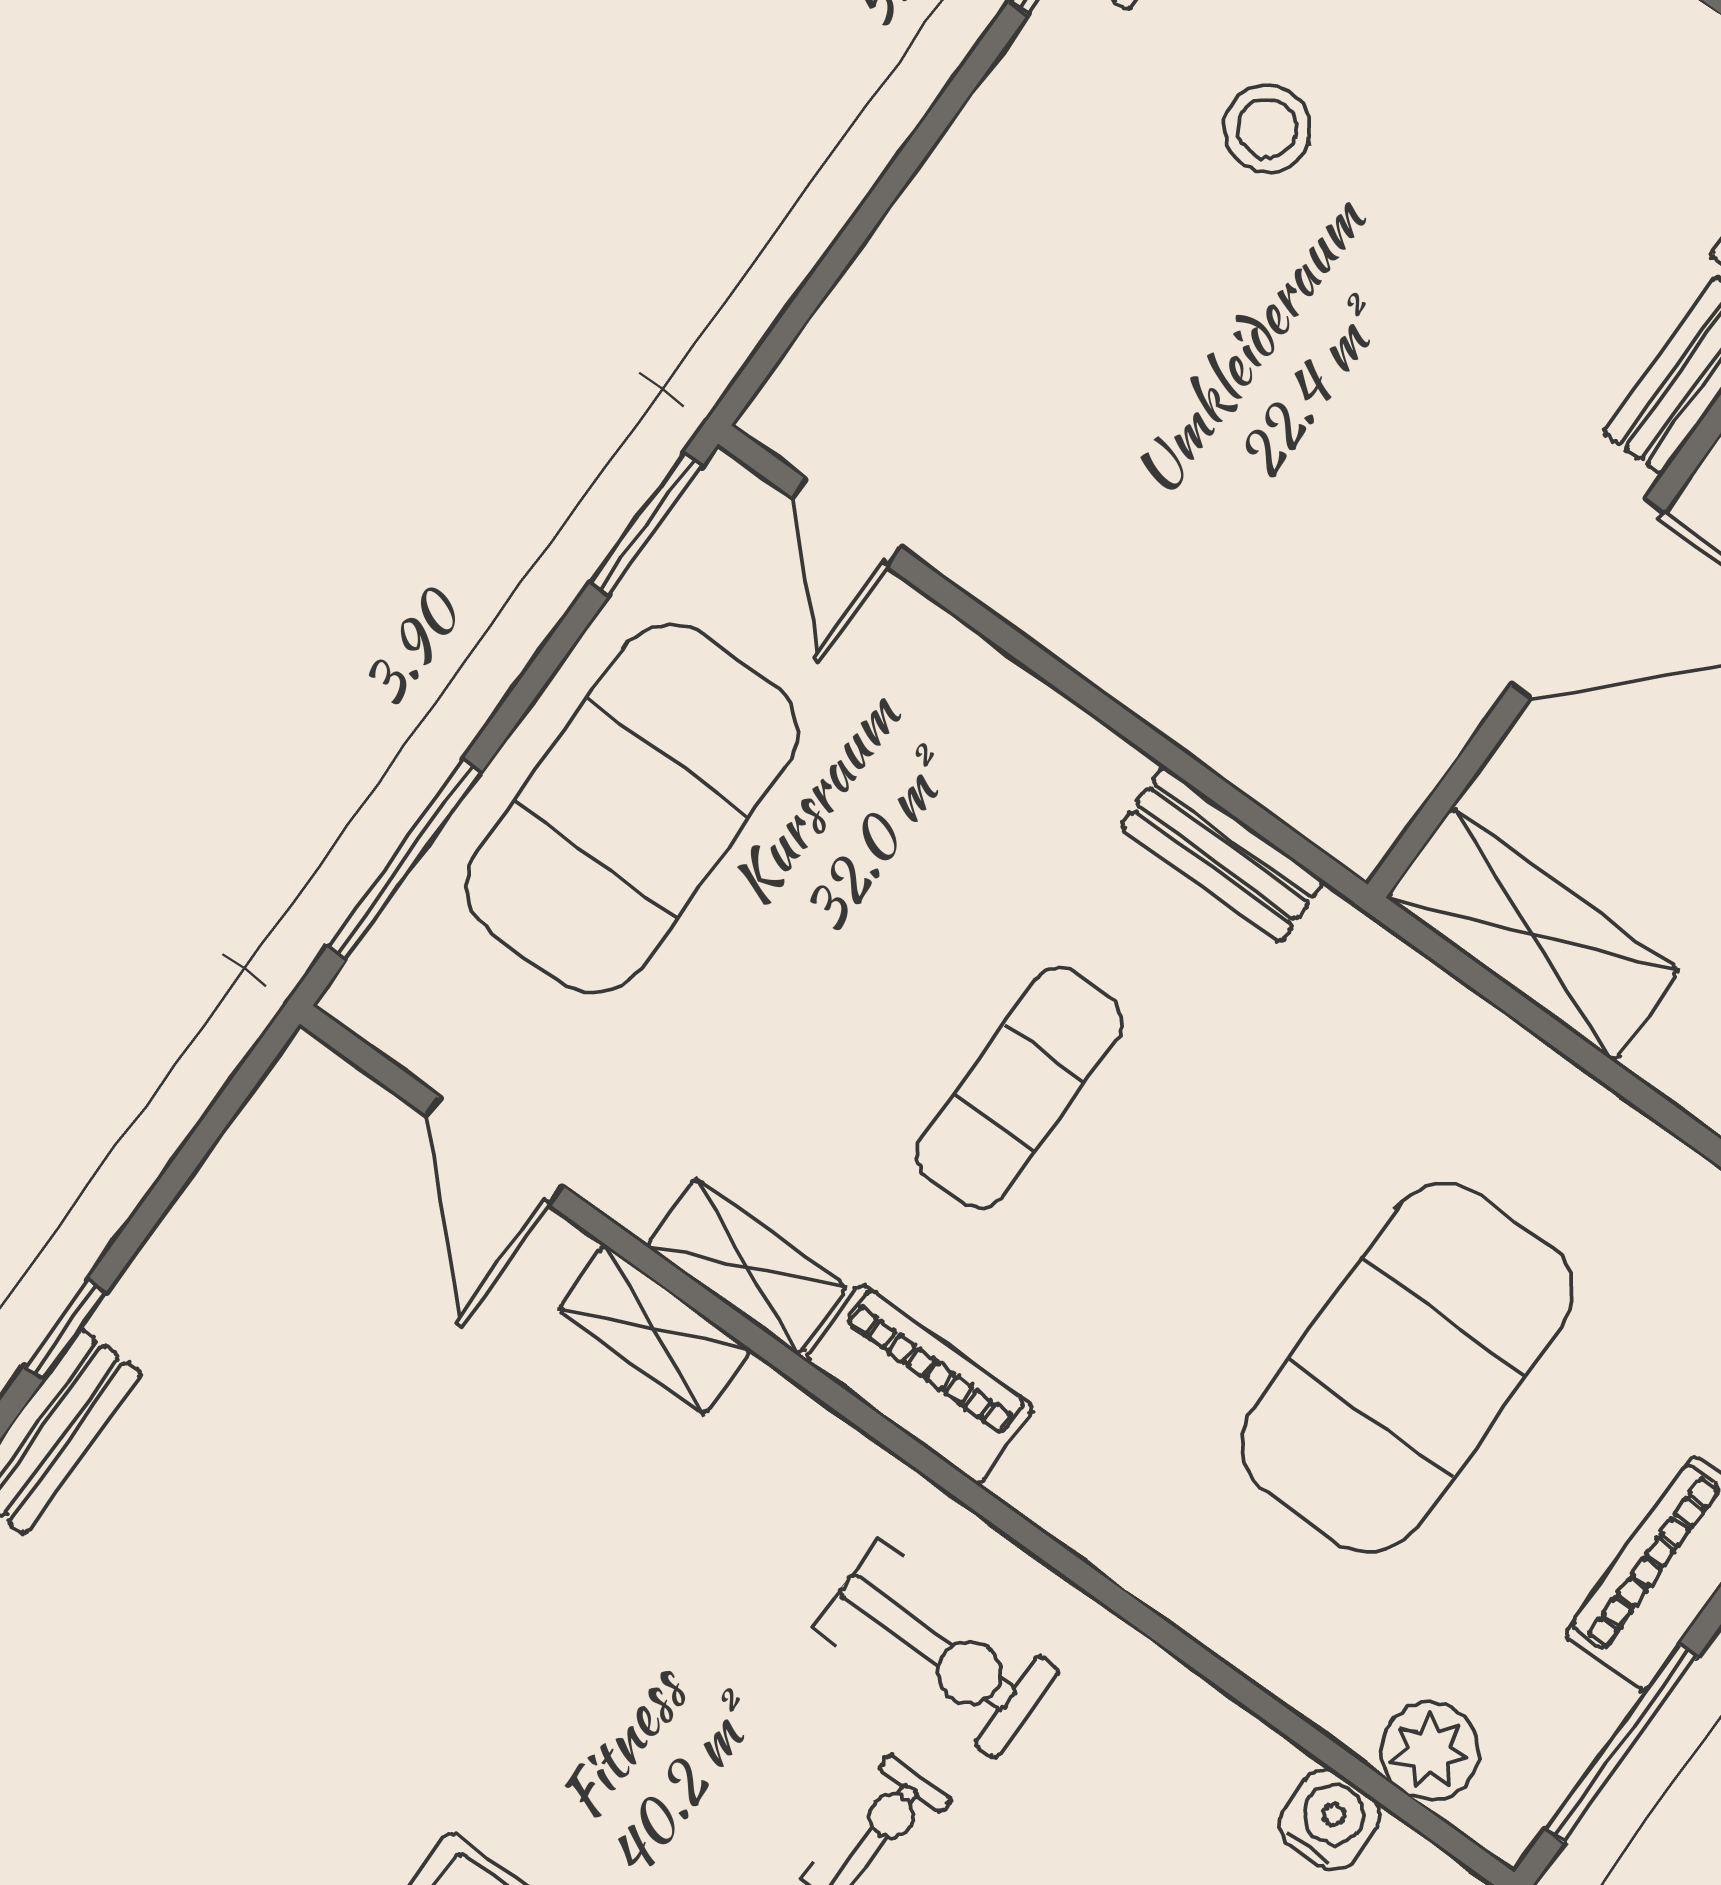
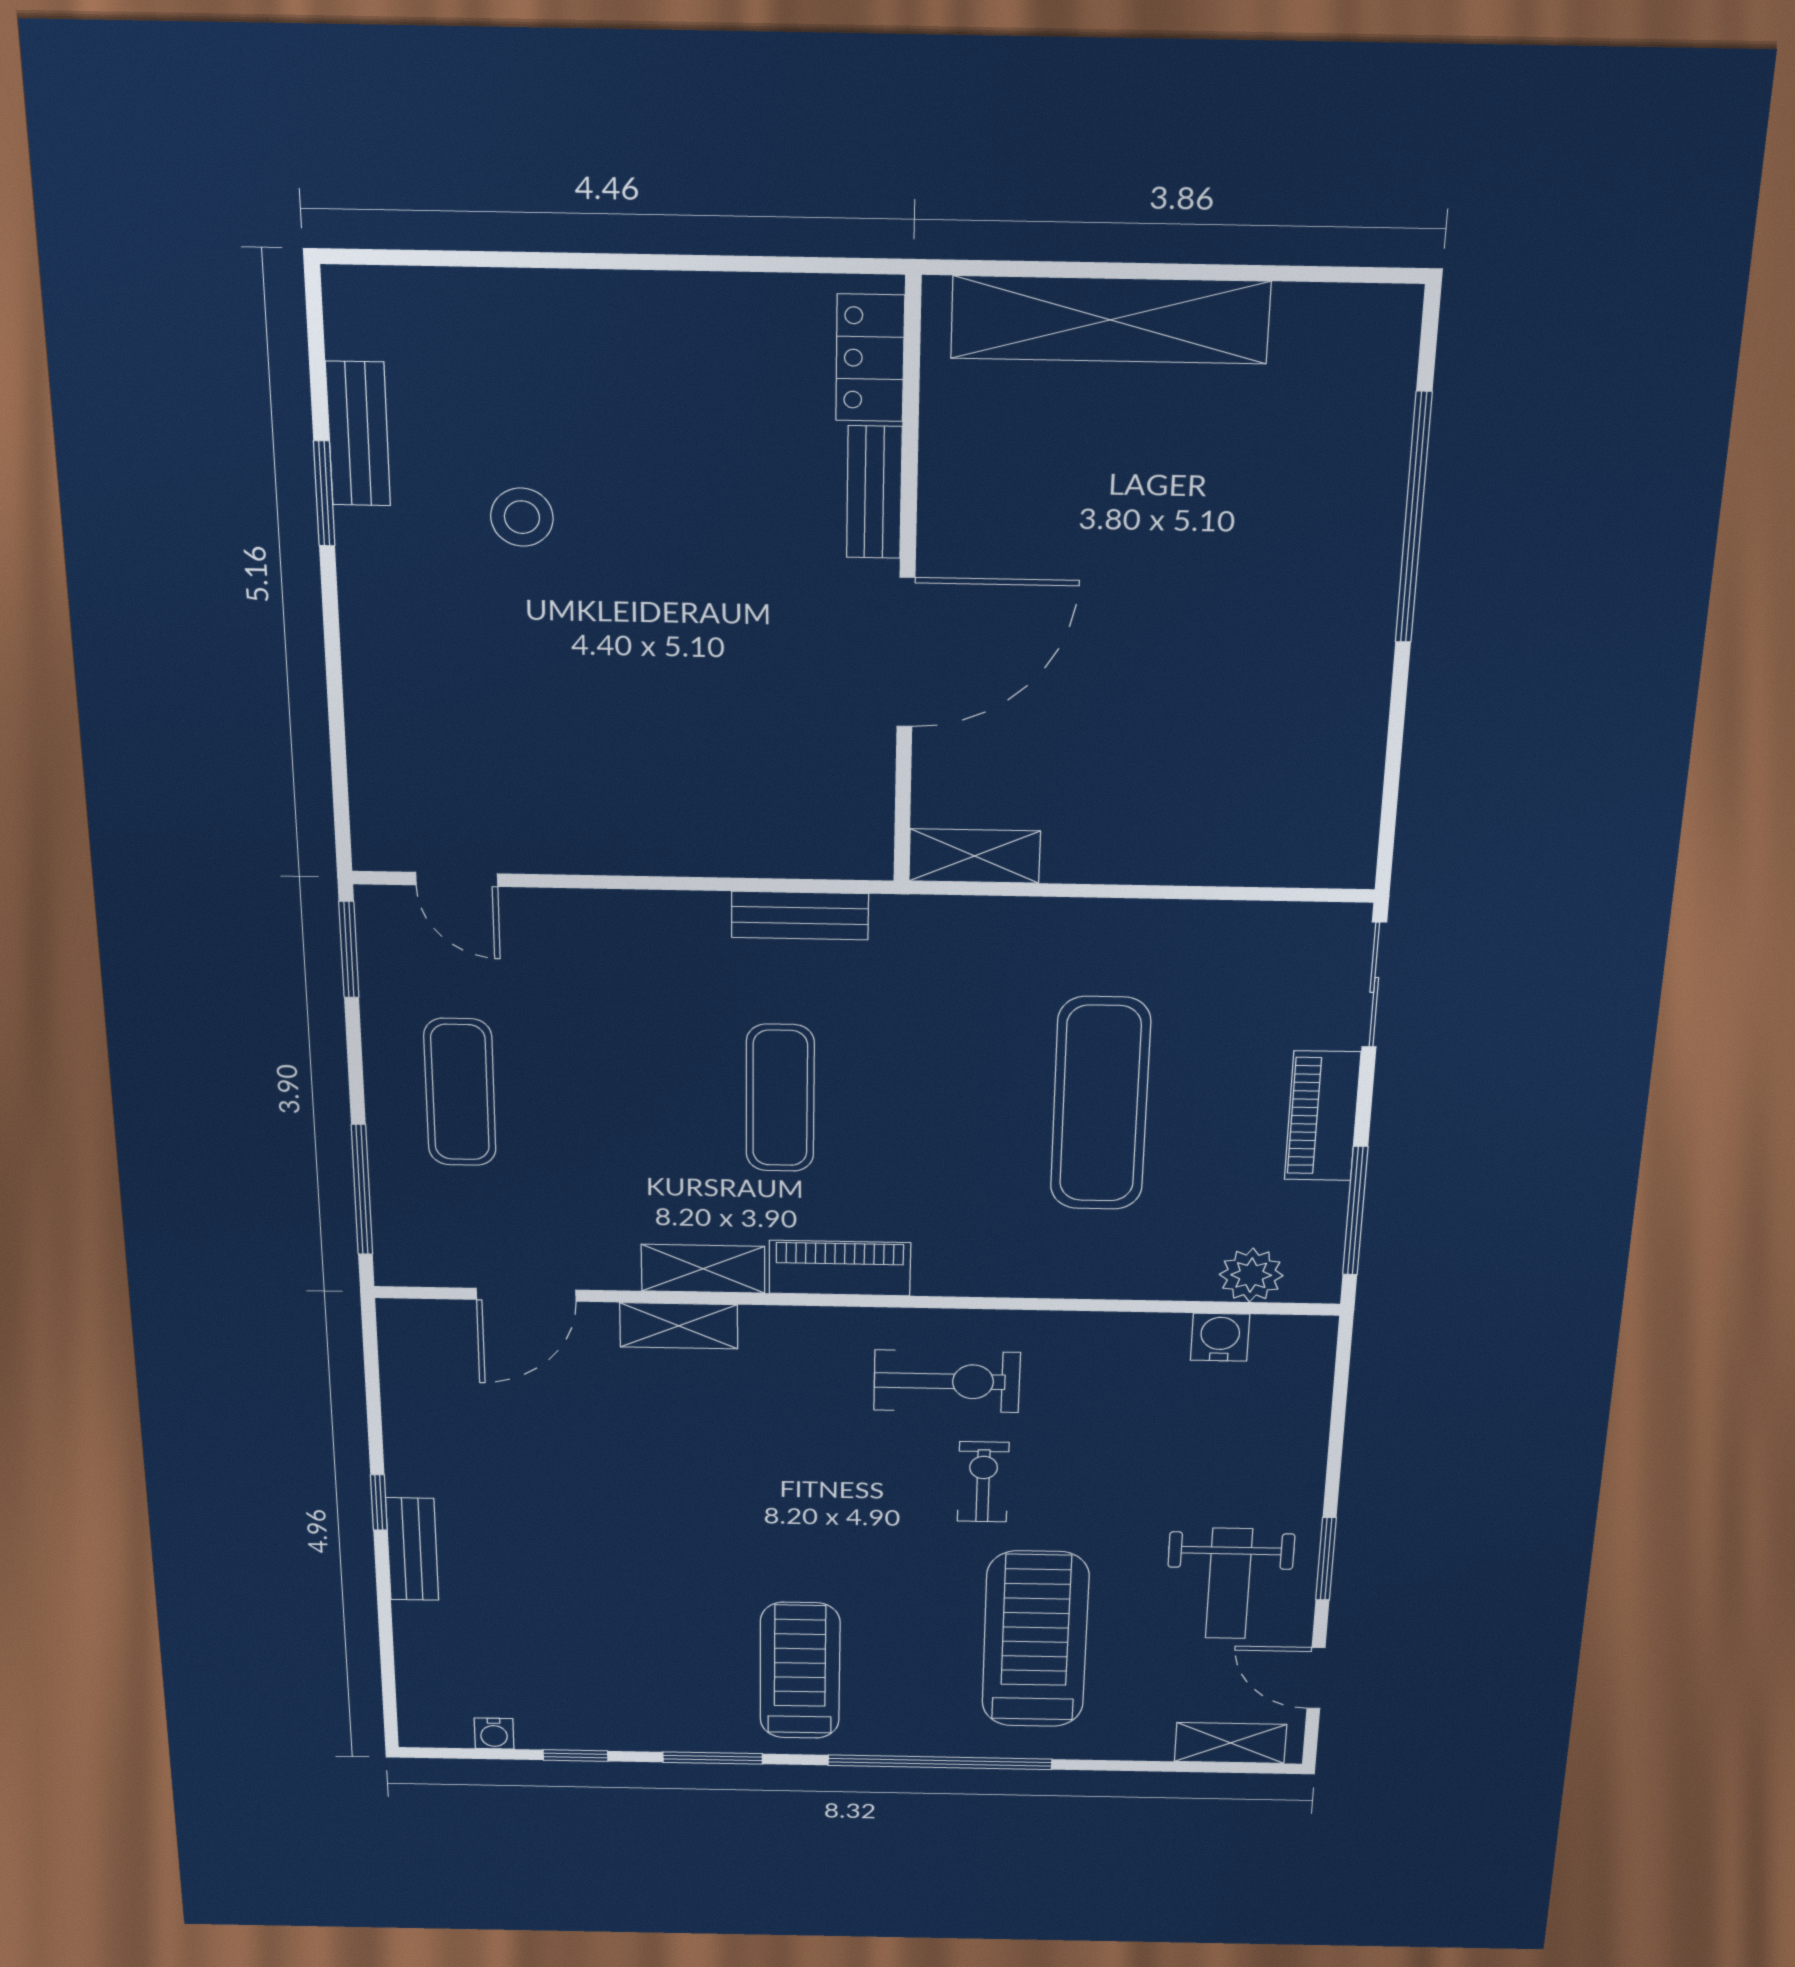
exercise mat: (632, 808) -> (460, 1092), width x0.50, depth x0.69
shelving: (1533, 934) -> (975, 856), width x0.67, depth x0.75
door: (495, 1151) -> (526, 1295), hinge flipped
exercise mat: (1407, 1368) -> (1100, 1104), width x0.68

